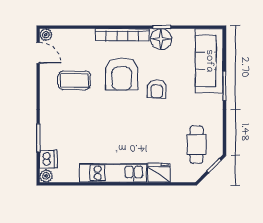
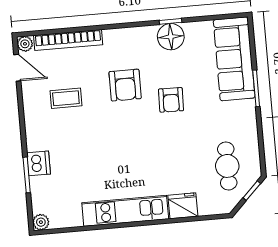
bookcase: (122, 35) -> (68, 40), moved
armchair: (122, 74) -> (125, 85), width x0.73, depth x0.73
coffee table: (74, 80) -> (66, 98), width x0.73, depth x0.77
dishwasher: (48, 159) -> (39, 163), moved

